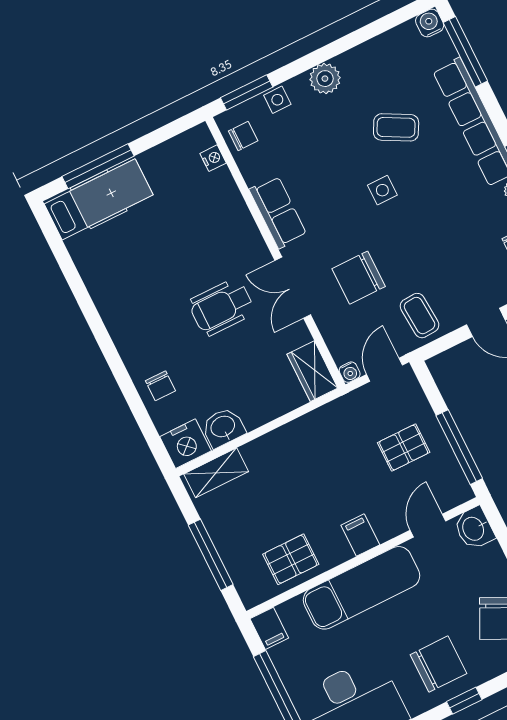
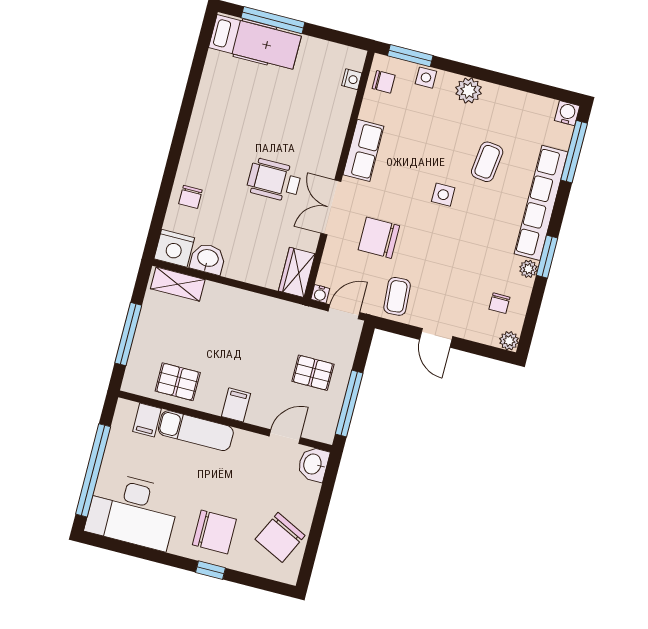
coffee table: (396, 127) -> (487, 162), turned 69
exam couch: (361, 588) -> (196, 431), width x0.73, depth x0.69
filing cabinet: (269, 628) -> (147, 420), moved

